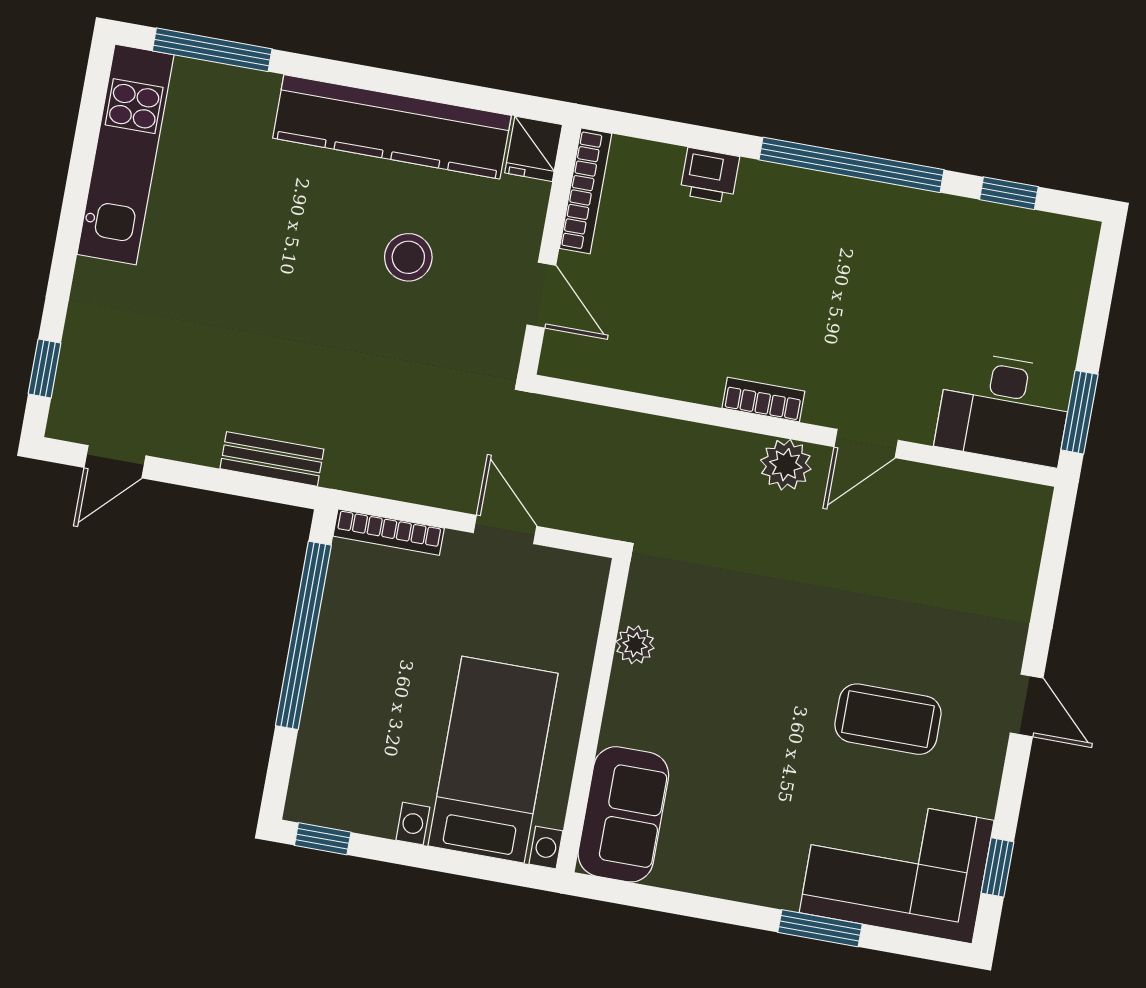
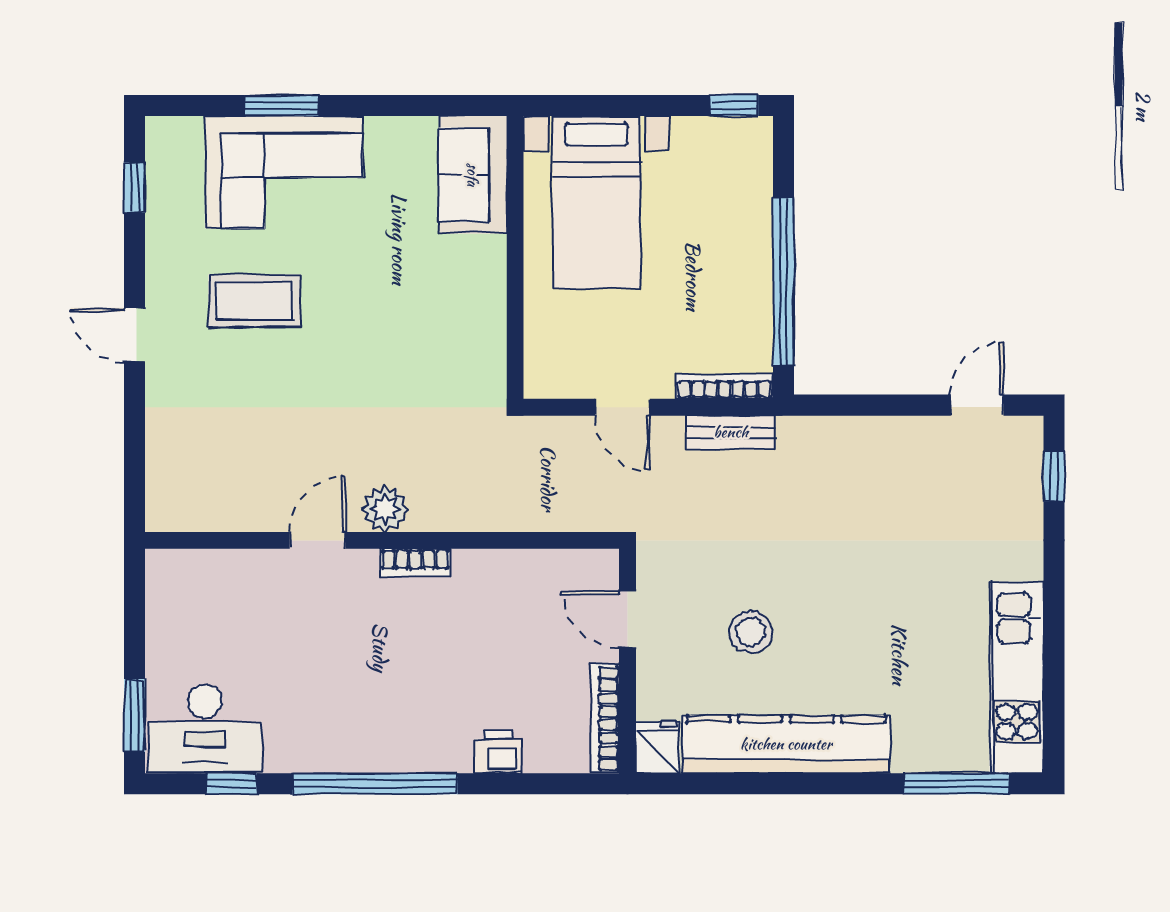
desk: (1004, 408) -> (205, 729), moved, turned 180
window: (1079, 412) -> (134, 715), moved
bench: (272, 459) -> (731, 432), moved
plant: (635, 645) -> (489, 326), removed
corner sofa: (897, 866) -> (284, 172), moved

